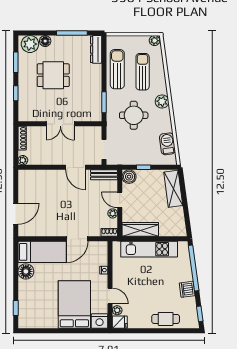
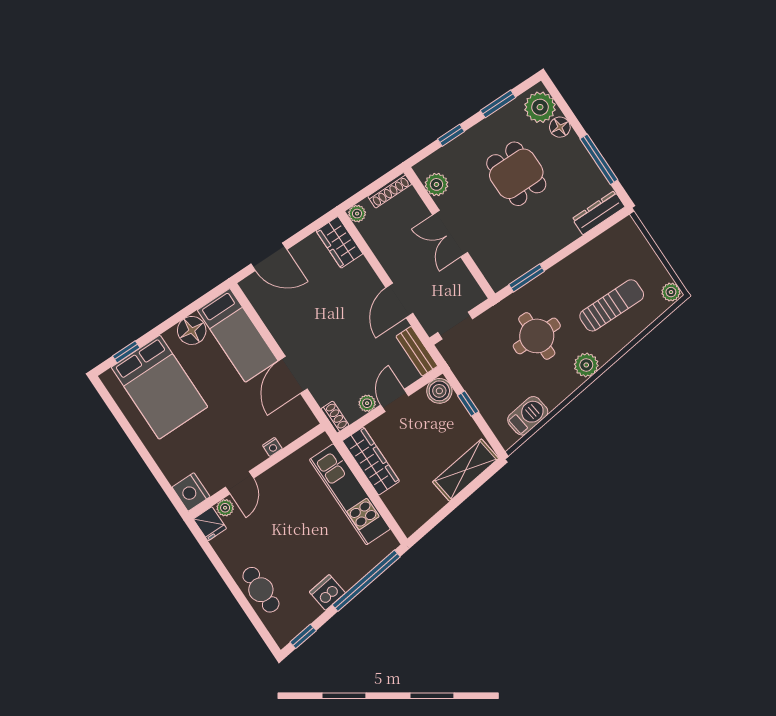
sun lounger: (117, 69) -> (590, 265), removed
plant: (34, 115) -> (436, 184), added
wardrobe: (31, 177) -> (339, 242), added
door: (77, 239) -> (293, 375), hinge flipped
bed: (74, 304) -> (159, 387), moved, turned 90

